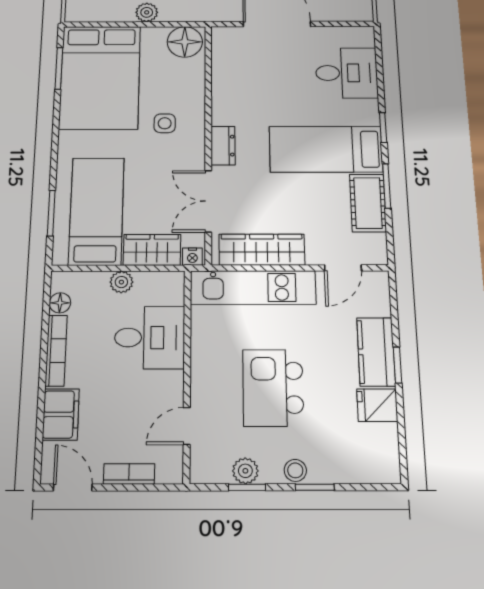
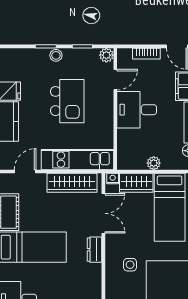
desk: (150, 338) -> (137, 110), moved
plant: (245, 471) -> (106, 55), moved

